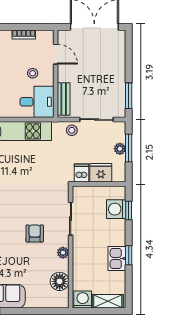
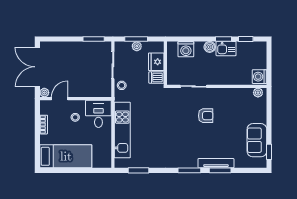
plant: (63, 35) -> (44, 93), added
bench: (64, 99) -> (96, 92), removed
window: (129, 211) -> (246, 39), moved
armchair: (35, 233) -> (206, 116), turned 180
boiler: (119, 238) -> (210, 47), added
plant: (63, 253) -> (258, 93), moved
floor lamp: (60, 281) -> (245, 95), removed
shelving: (108, 301) -> (261, 56), removed

